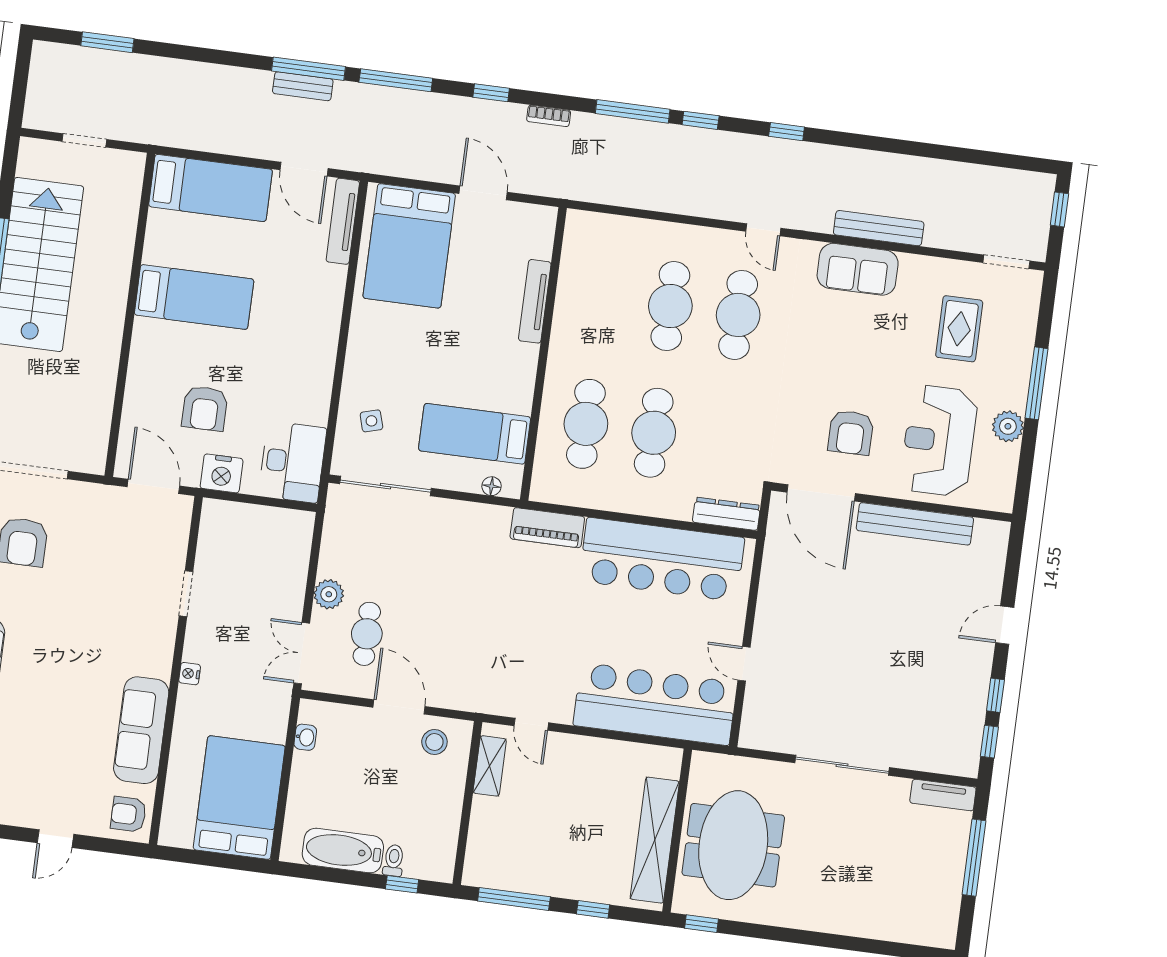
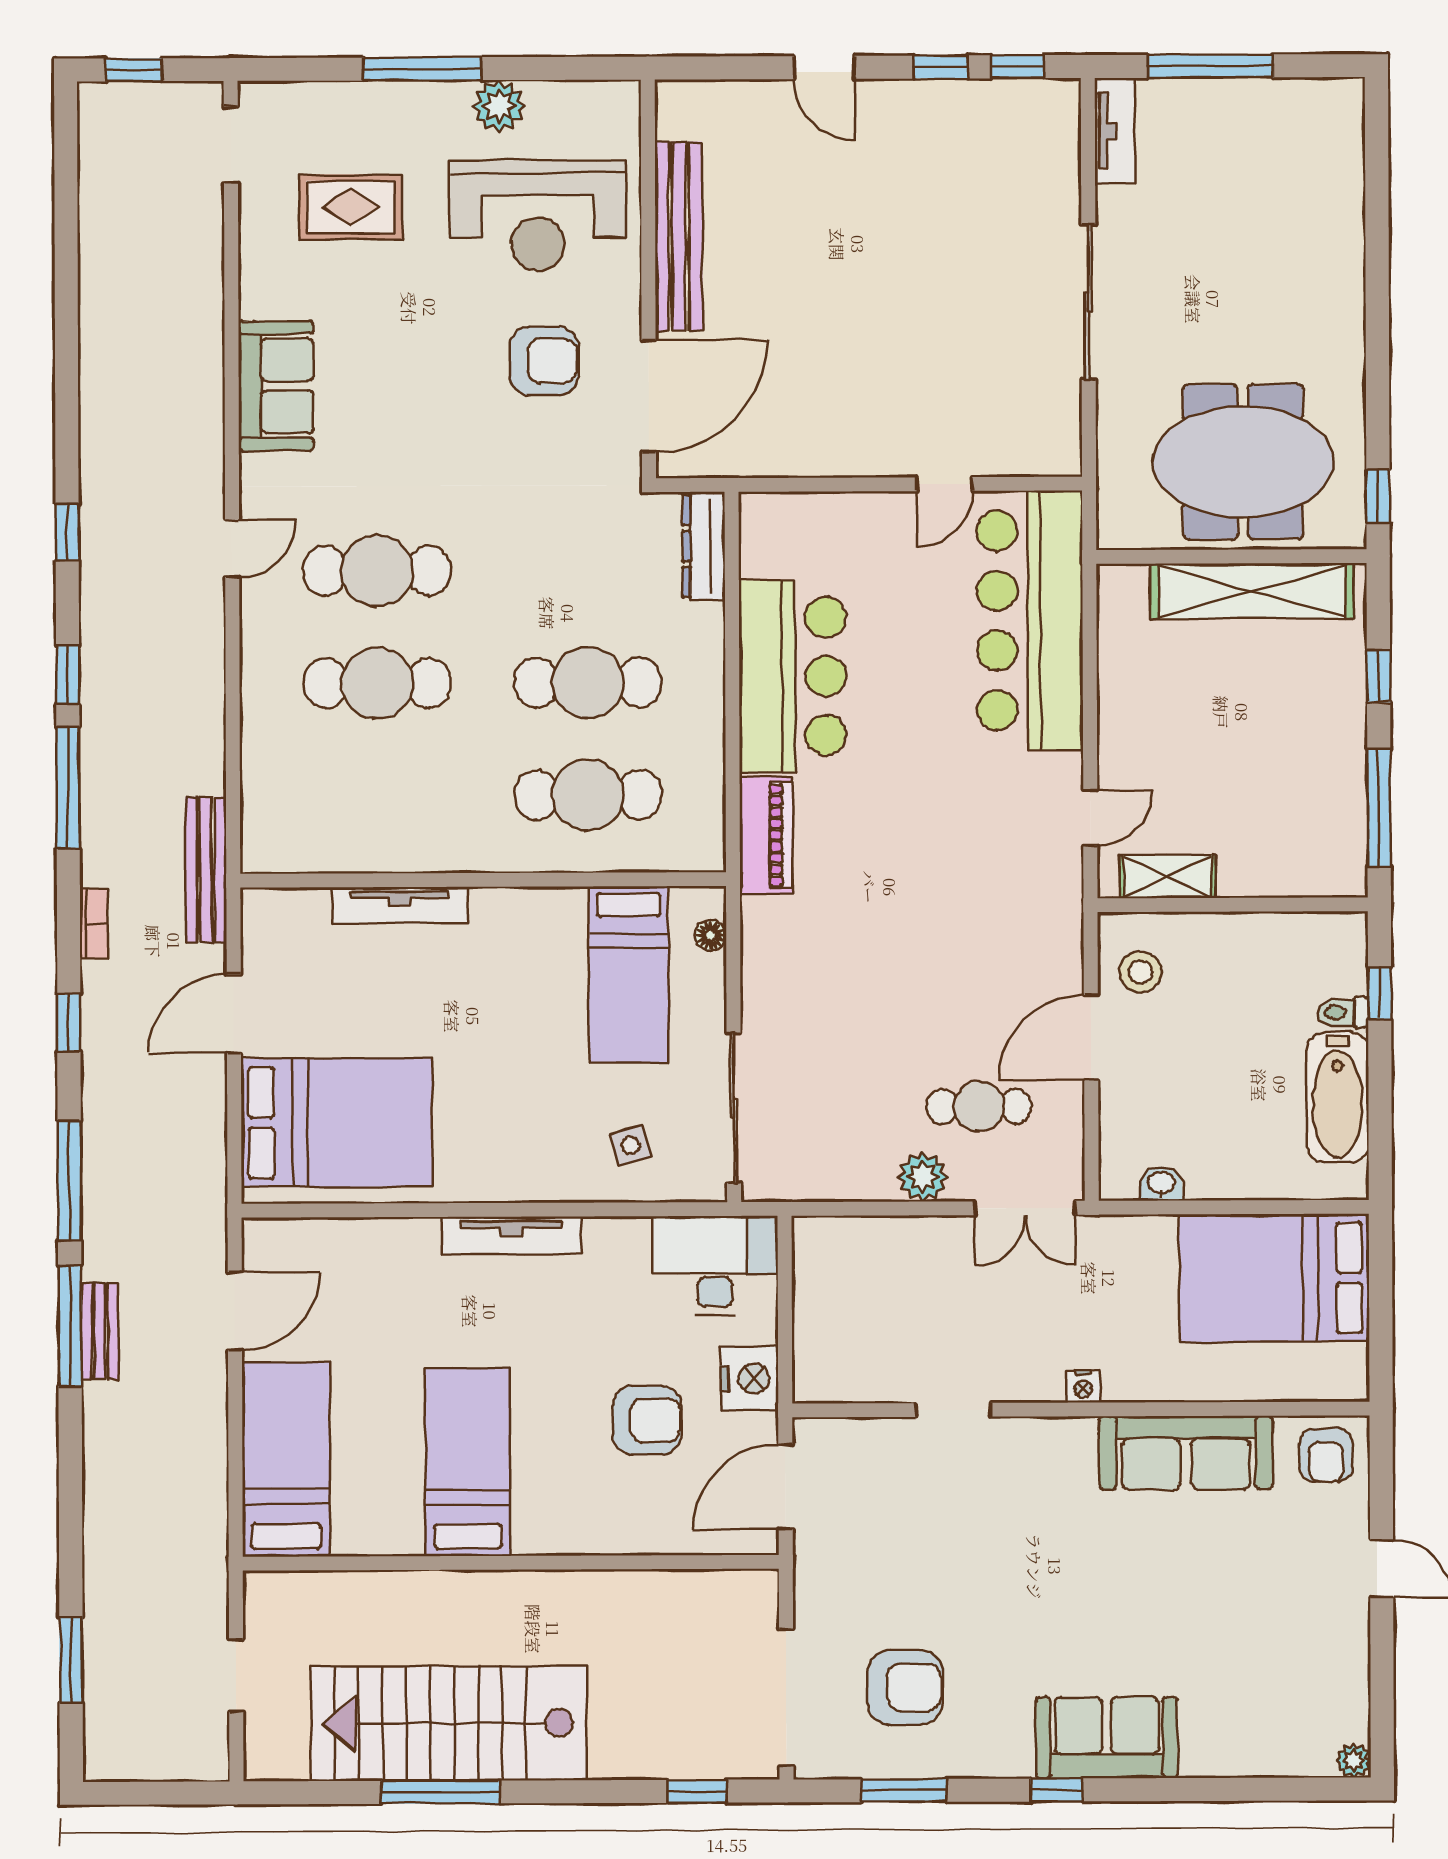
tv unit: (343, 221) -> (512, 1236), moved
bench: (879, 228) -> (206, 870), moved
bar counter: (662, 559) -> (793, 676), width x0.73

